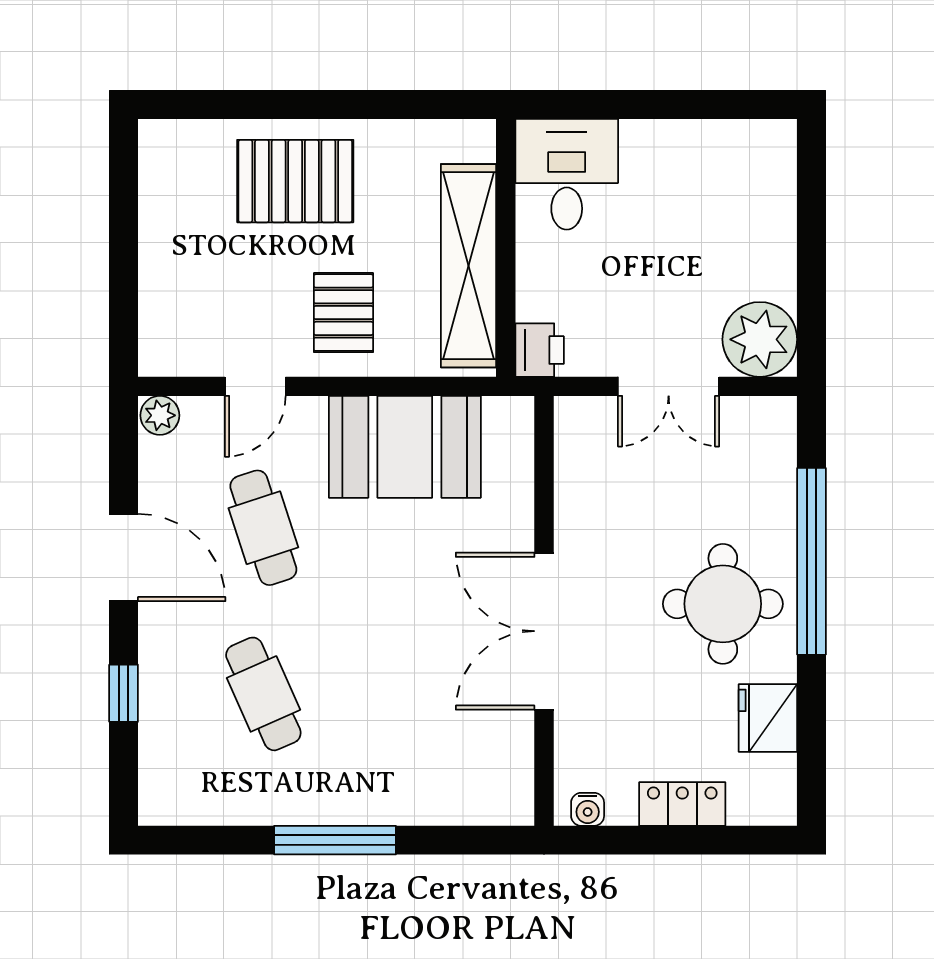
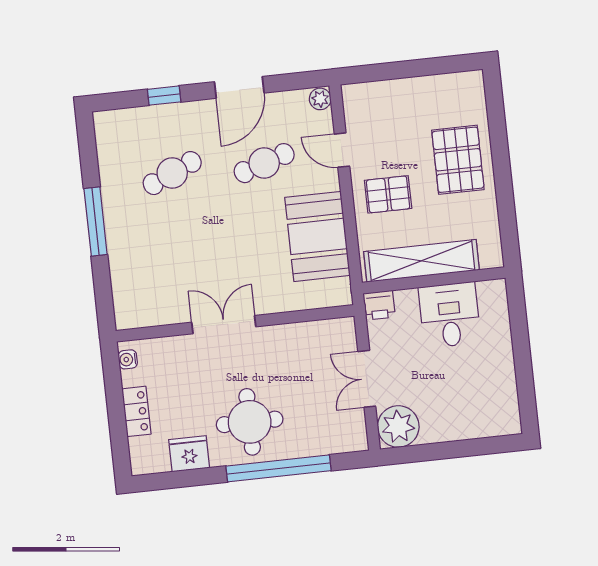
desk: (567, 174) -> (450, 315), moved, turned -90
double door: (544, 631) -> (224, 325), width x0.73

